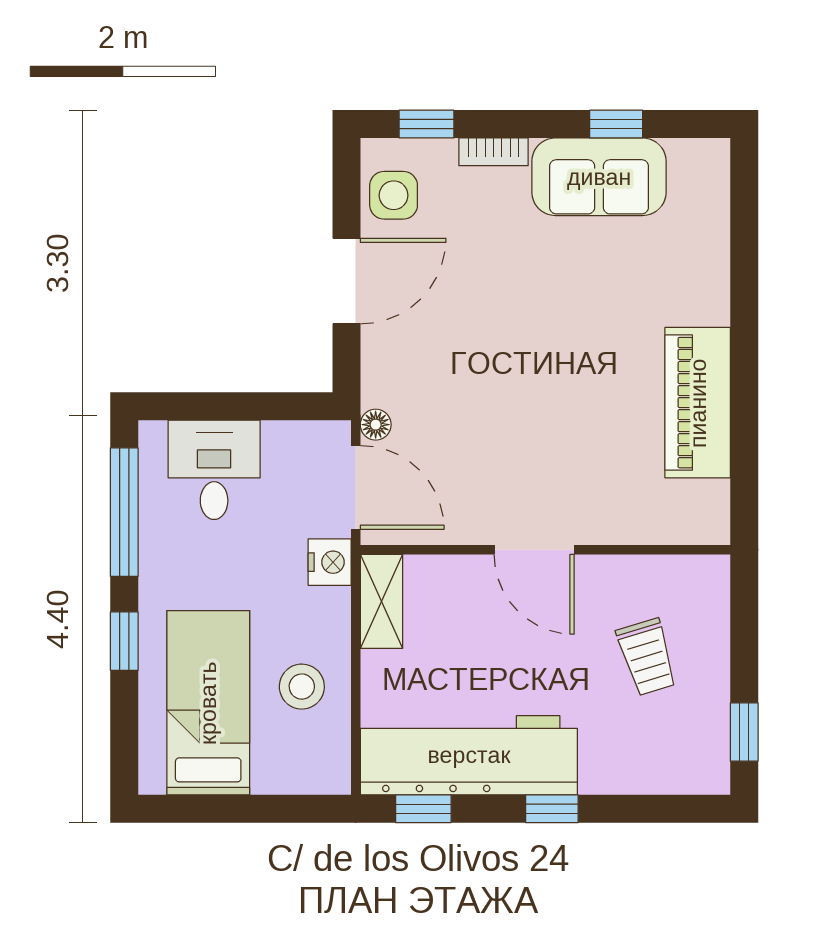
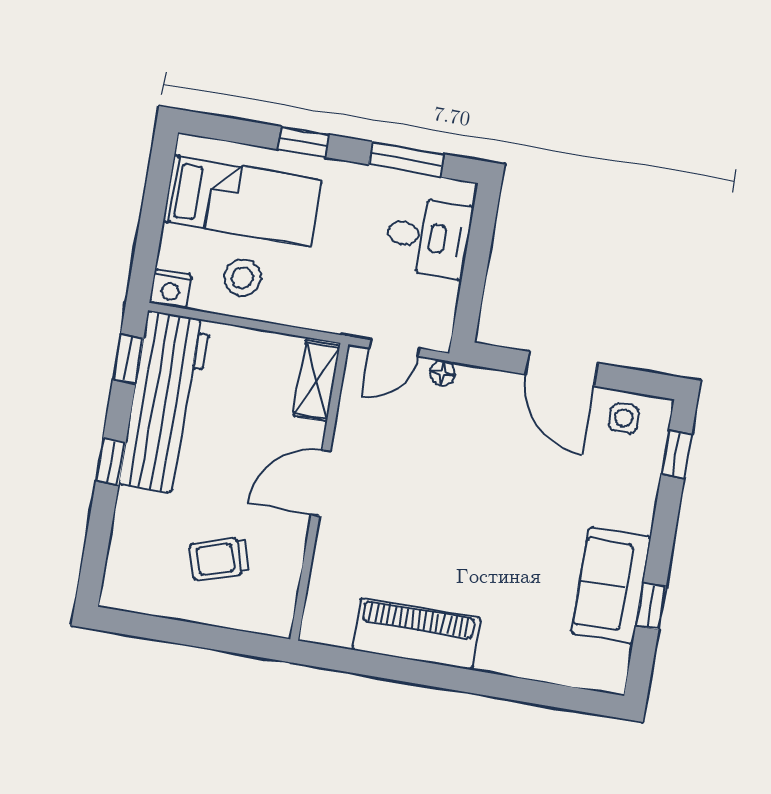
bookcase: (494, 152) -> (645, 504), removed
side table: (394, 195) -> (624, 418), width x0.73, depth x0.73
door: (356, 488) -> (395, 348), width x0.73
window: (124, 512) -> (406, 159), width x0.69
nightstand: (330, 562) -> (171, 289), moved
shelving: (381, 601) -> (317, 381), moved, turned 90
window: (744, 732) -> (146, 626), removed

